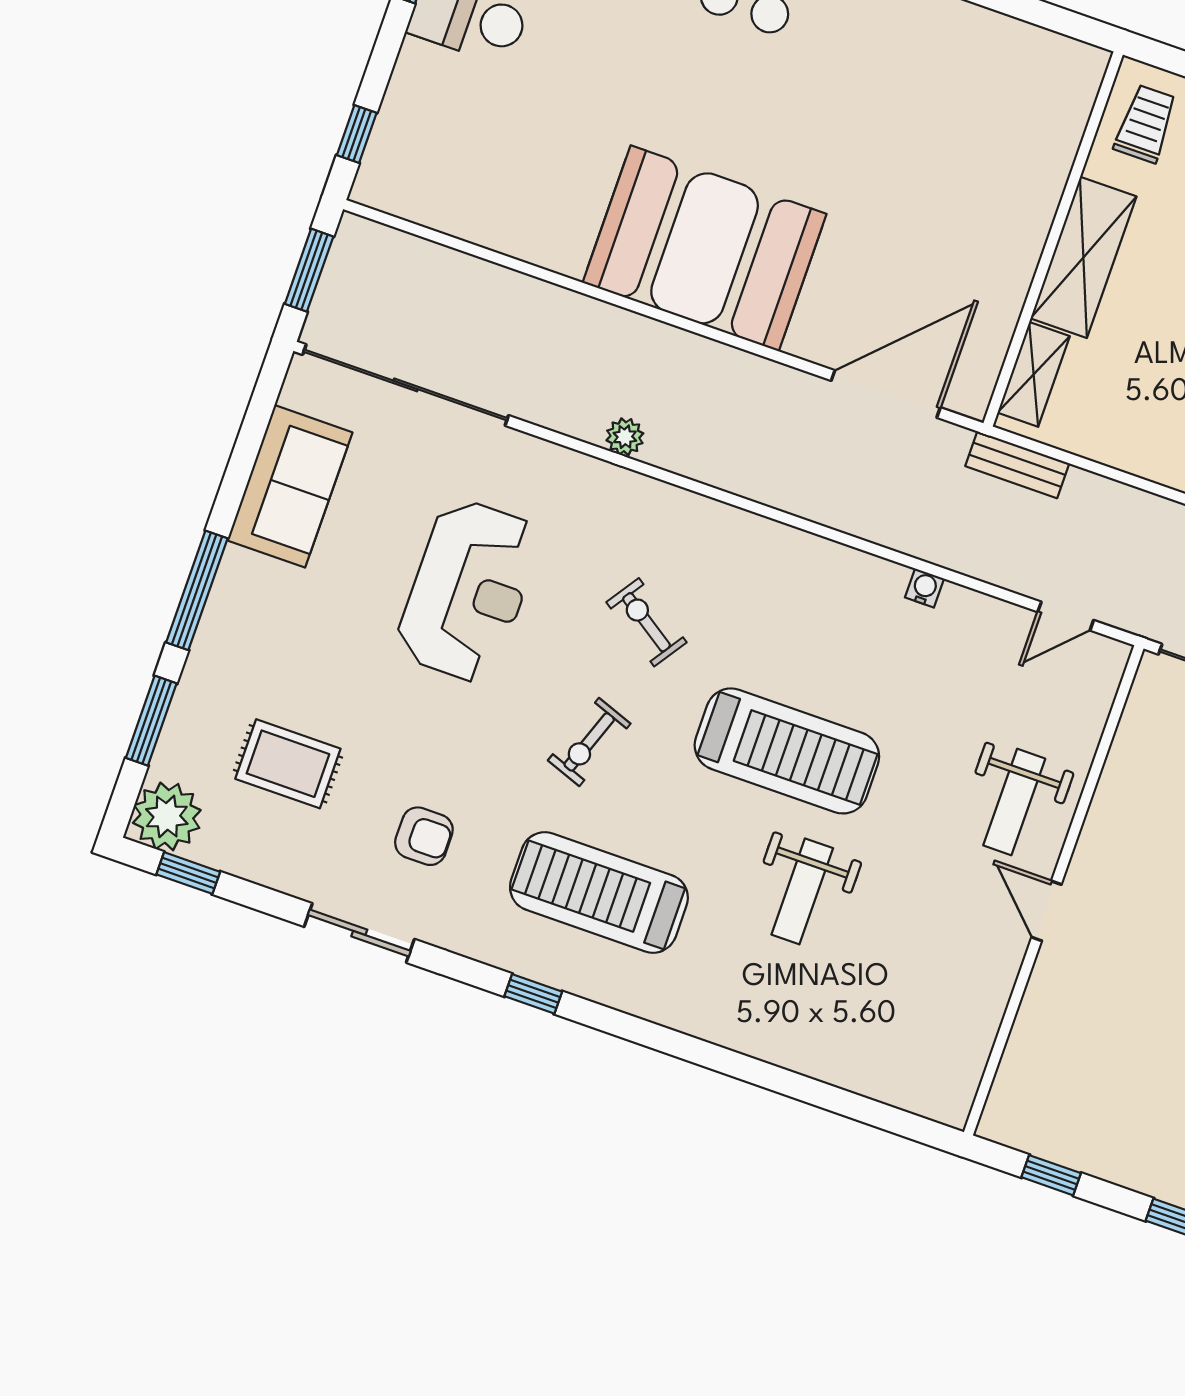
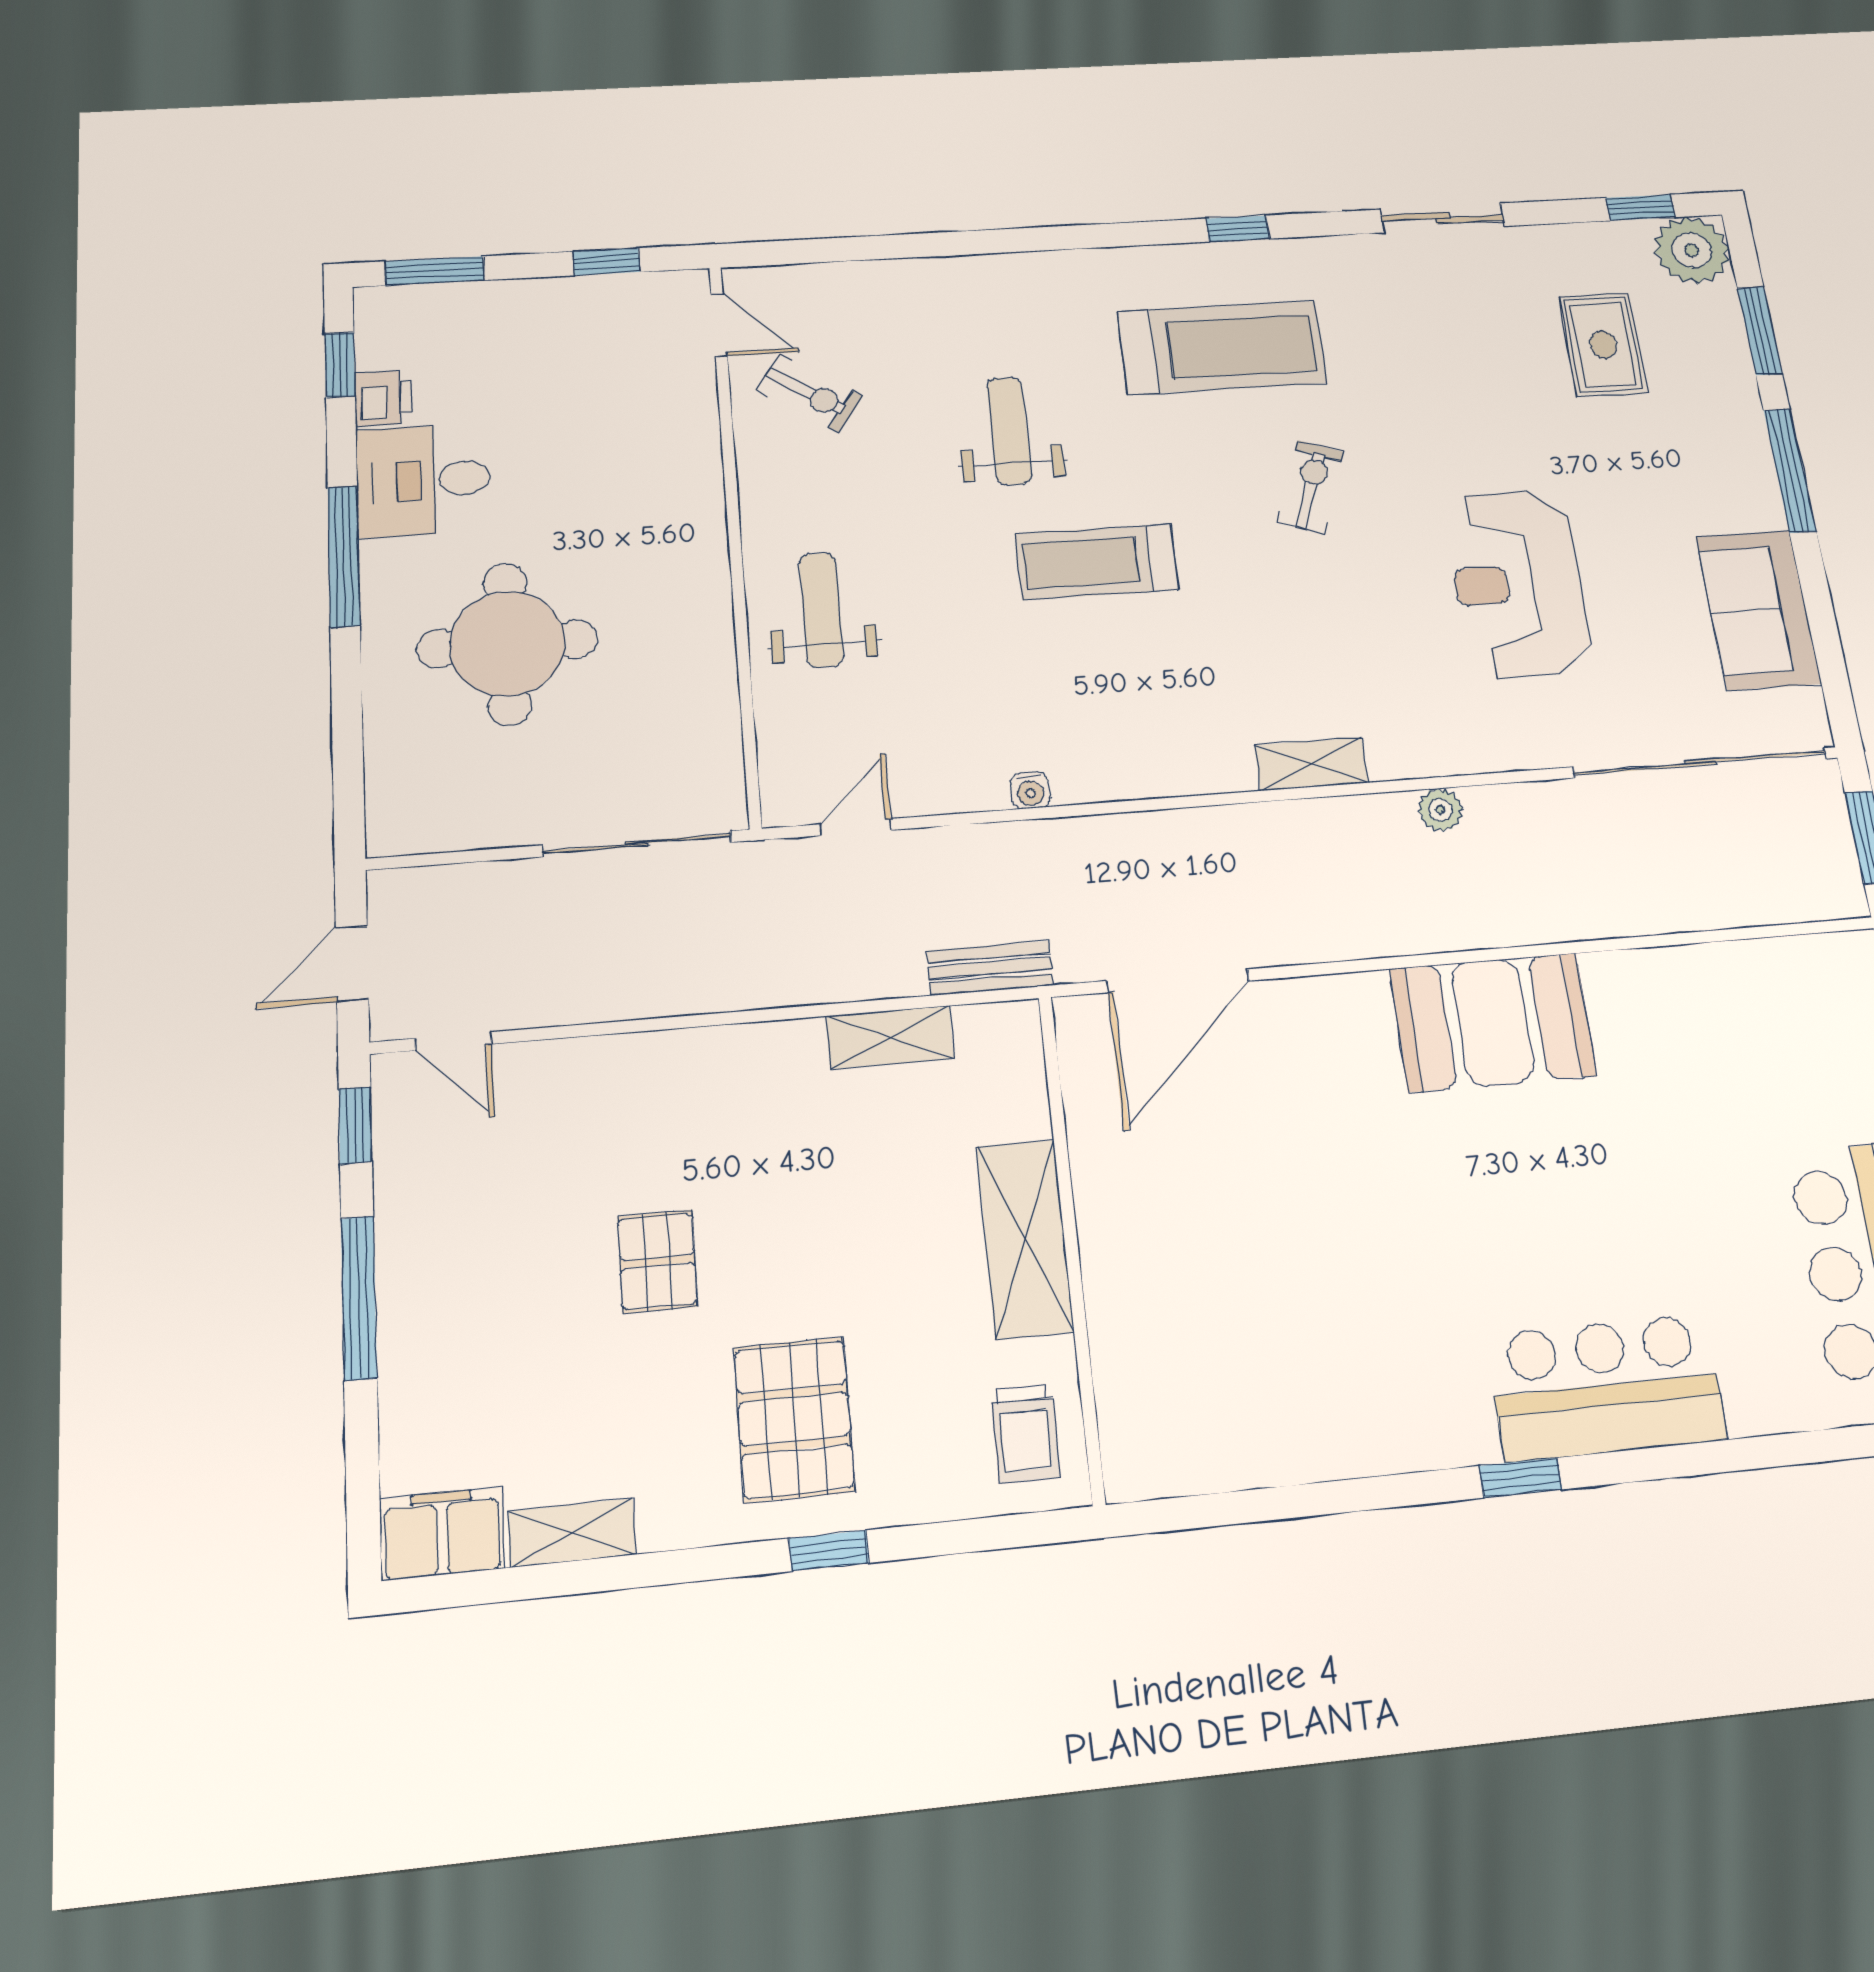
booth: (705, 248) -> (1493, 1022), width x0.73, depth x0.70
shelving: (1034, 374) -> (890, 1037), moved, turned 90
shelving: (704, 516) -> (1311, 764), added
exercise bike: (646, 622) -> (809, 393), moved
treadmill: (787, 751) -> (1097, 562), width x0.73, depth x0.73
rug: (288, 764) -> (1603, 345), turned 90
armchair: (424, 836) -> (1429, 331), removed
door: (1047, 911) -> (719, 325), moved

